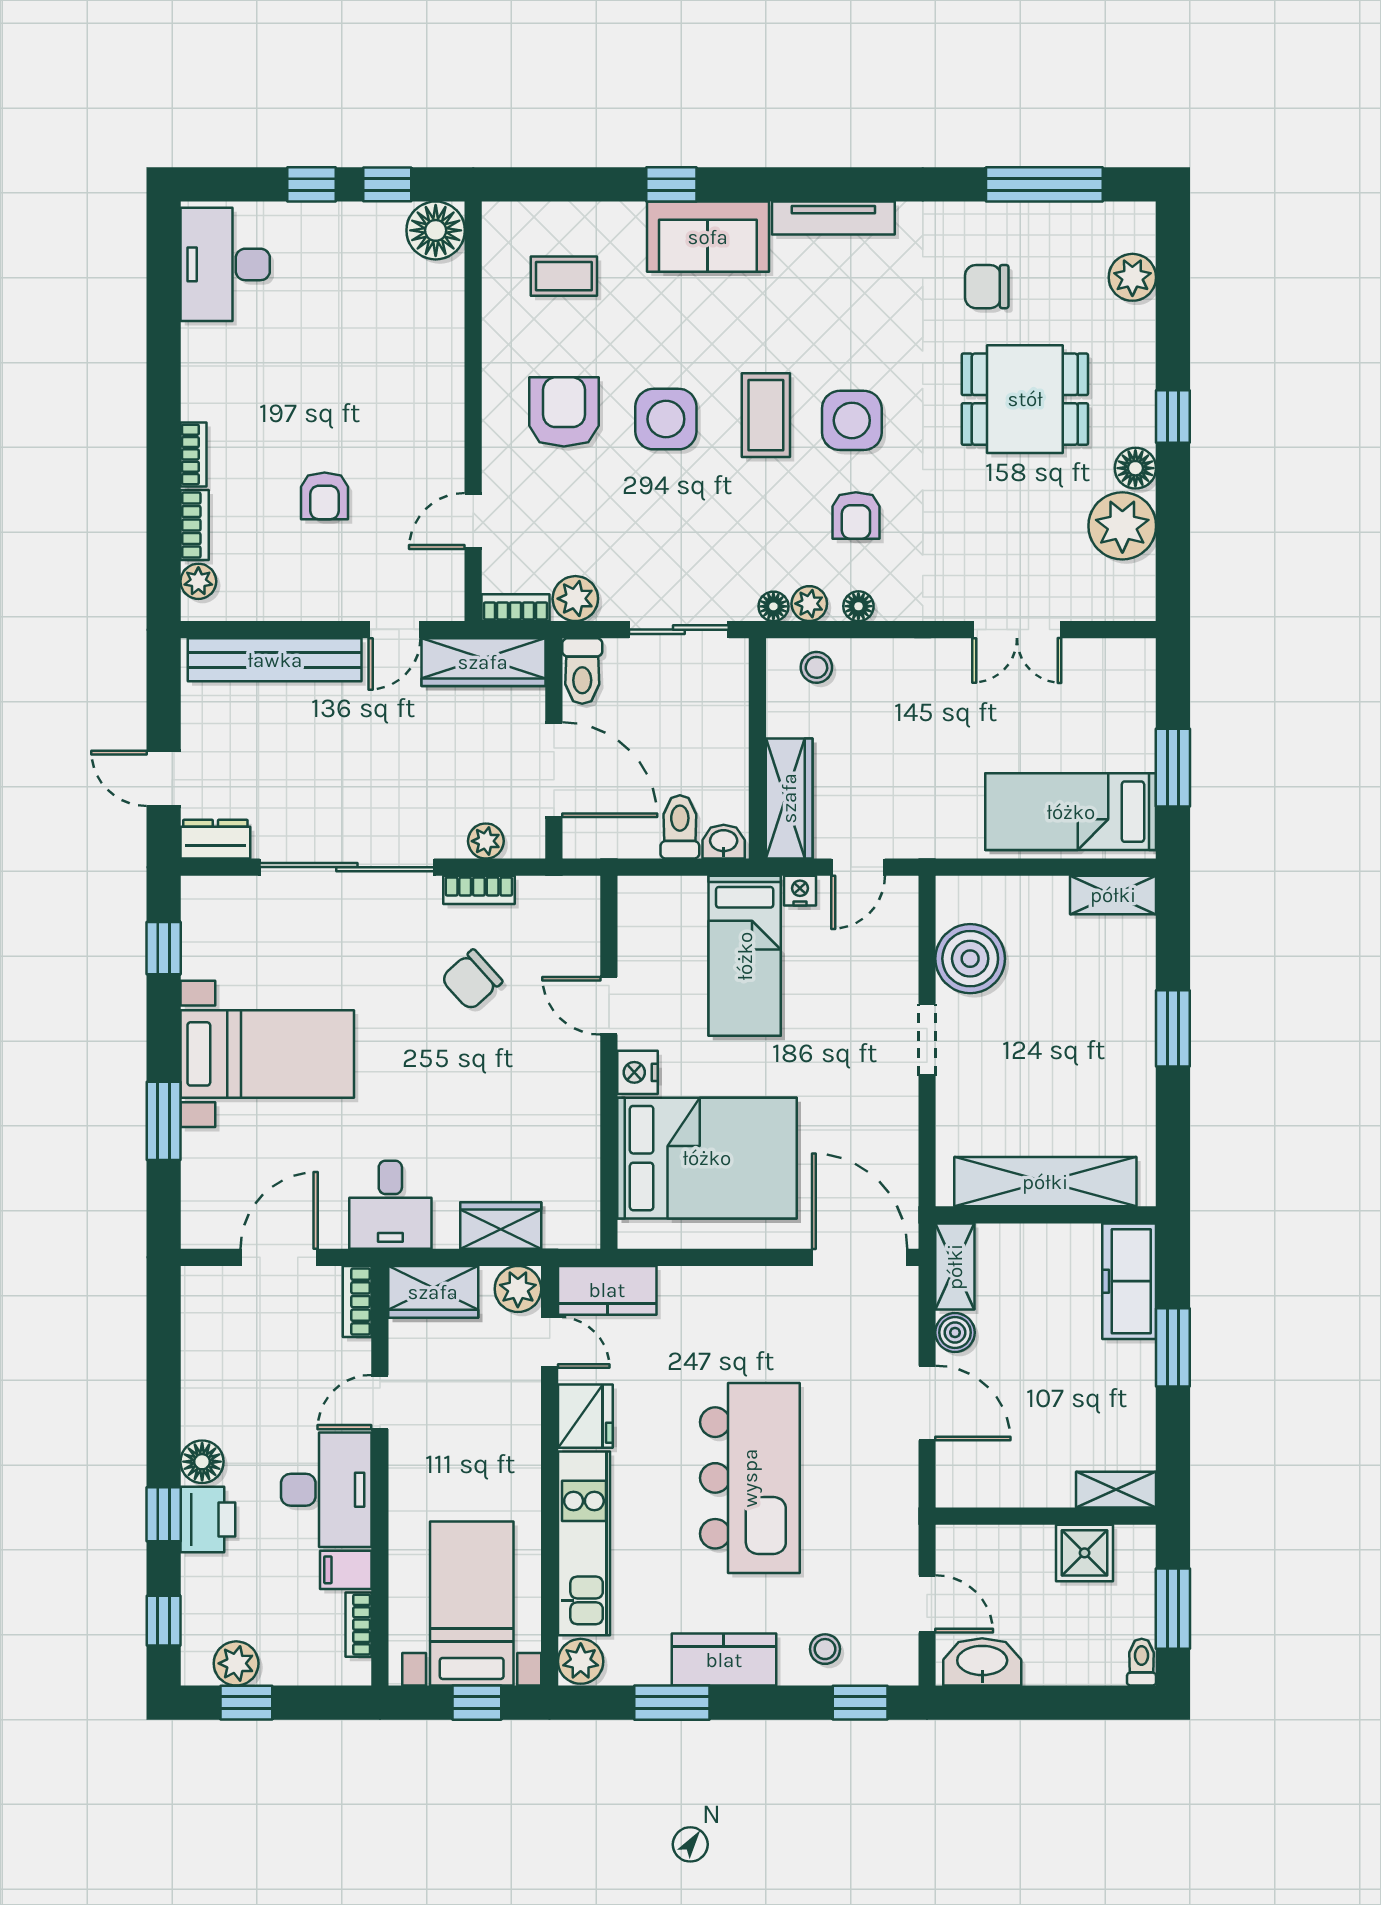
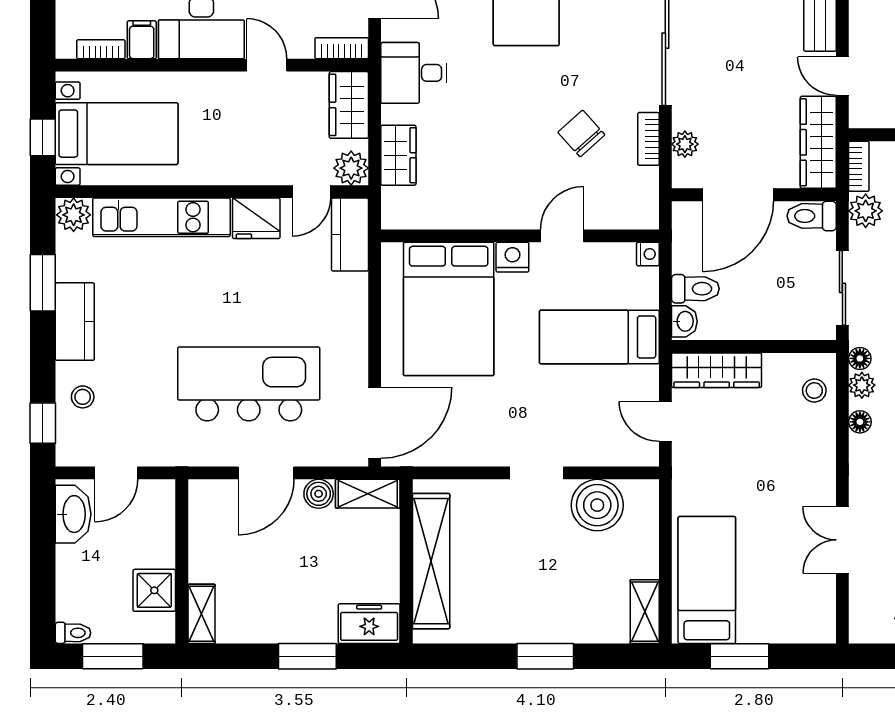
nightstand: (800, 891) -> (648, 254), moved
freezer: (1129, 1281) -> (369, 624), width x0.71
kitchen island: (750, 1478) -> (249, 384), moved, turned 180

